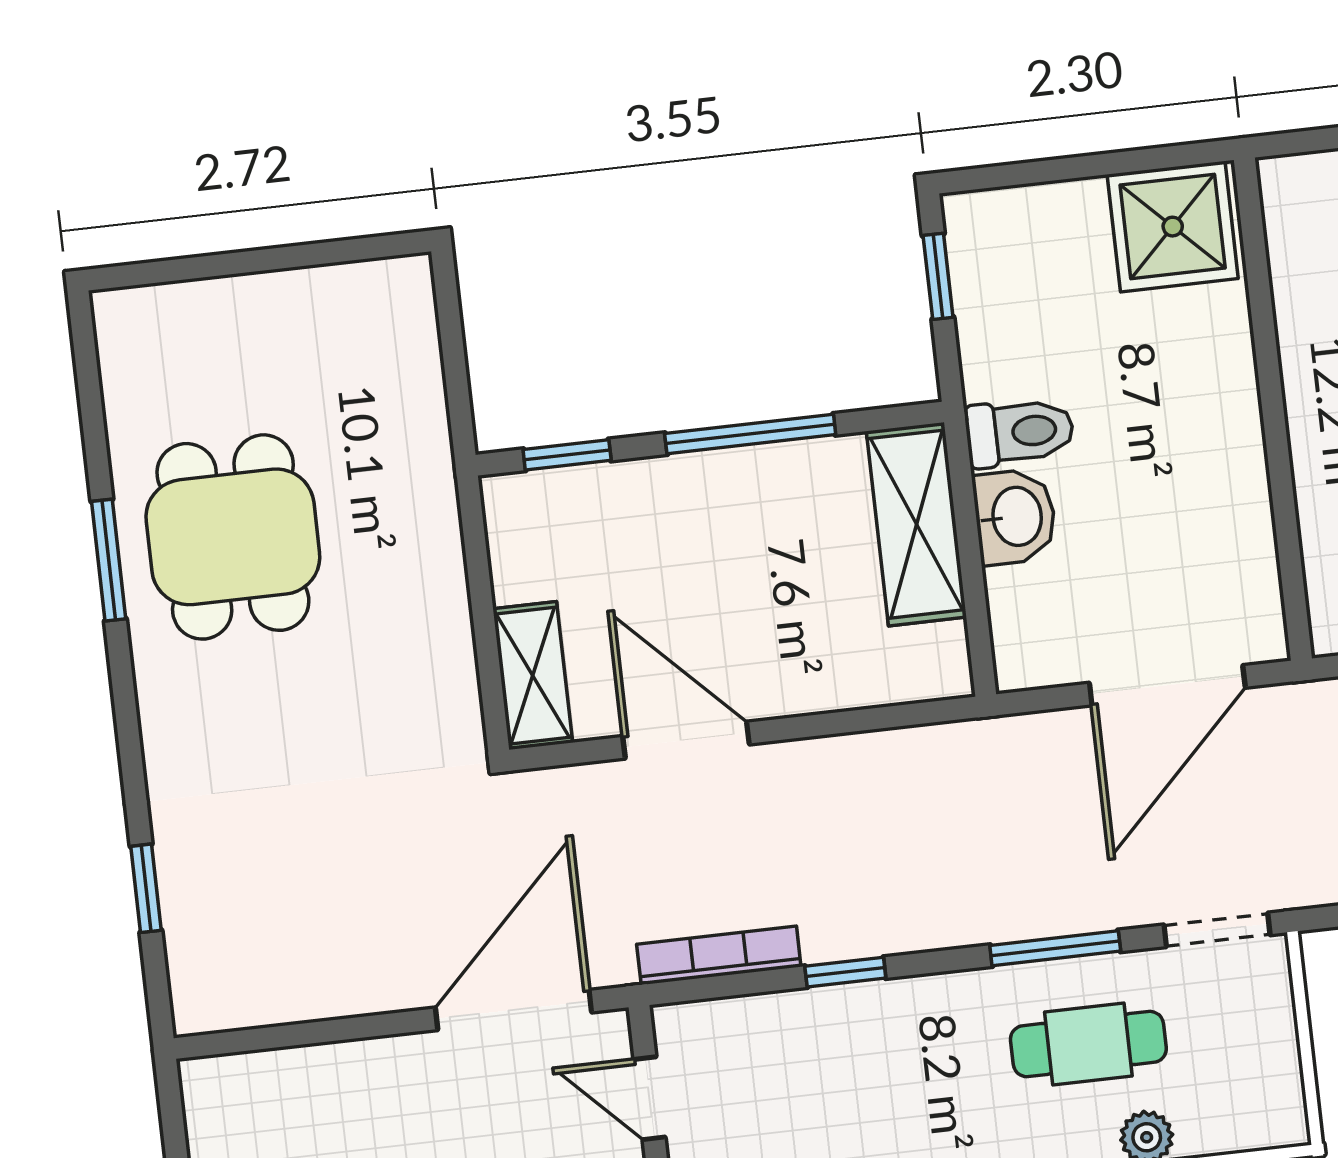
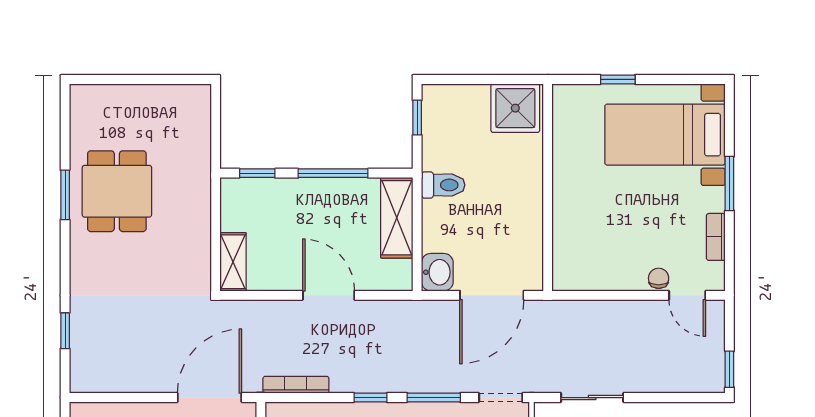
washbasin: (1015, 517) -> (437, 272), moved
door: (686, 740) -> (329, 295), moved
window: (845, 972) -> (370, 398), moved

